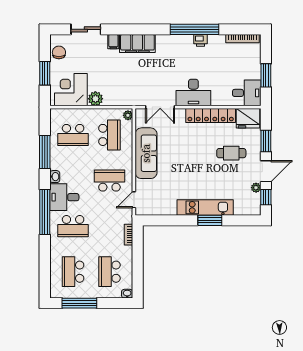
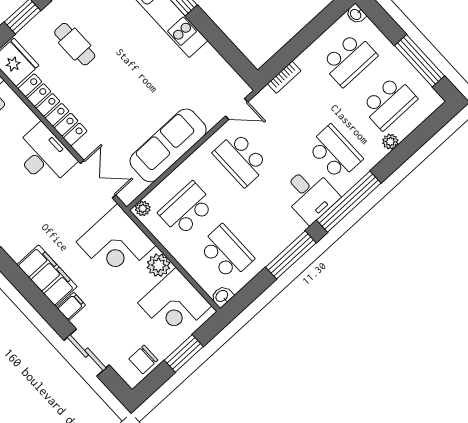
corner desk: (123, 88) -> (116, 244), added
window: (45, 152) -> (291, 255), moved
washbasin: (55, 177) -> (222, 296), moved
plant: (55, 256) -> (390, 142), added

